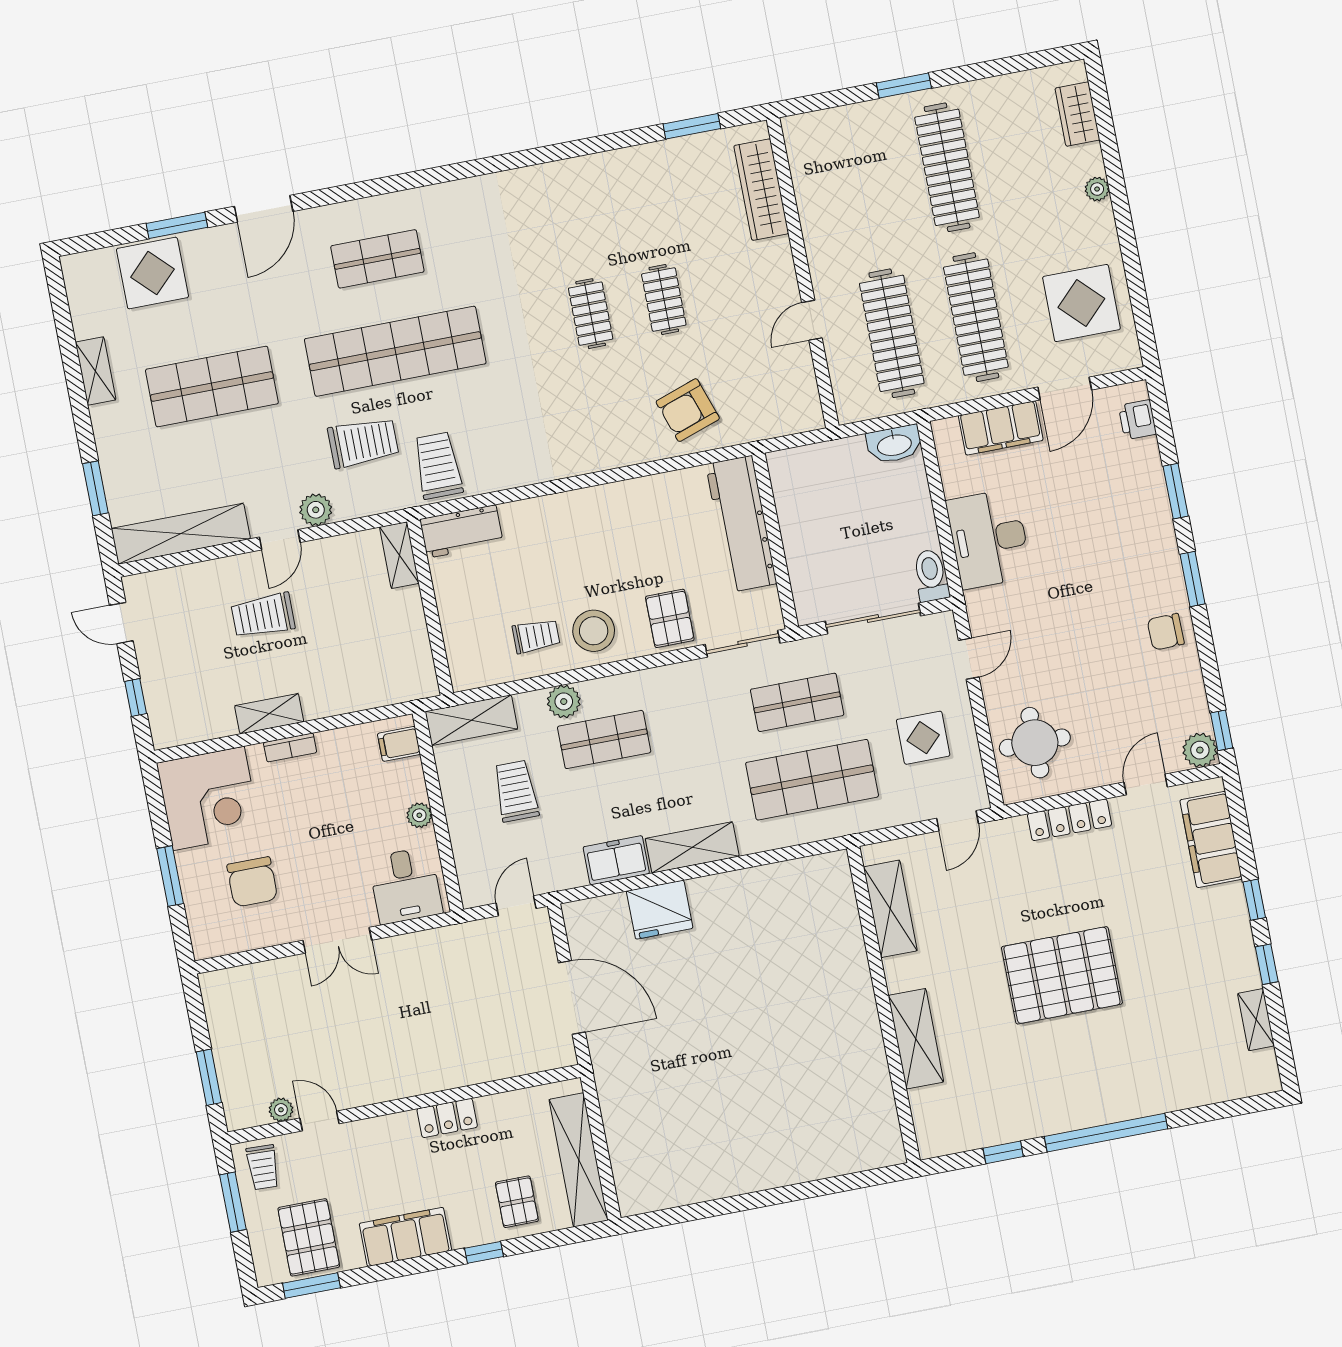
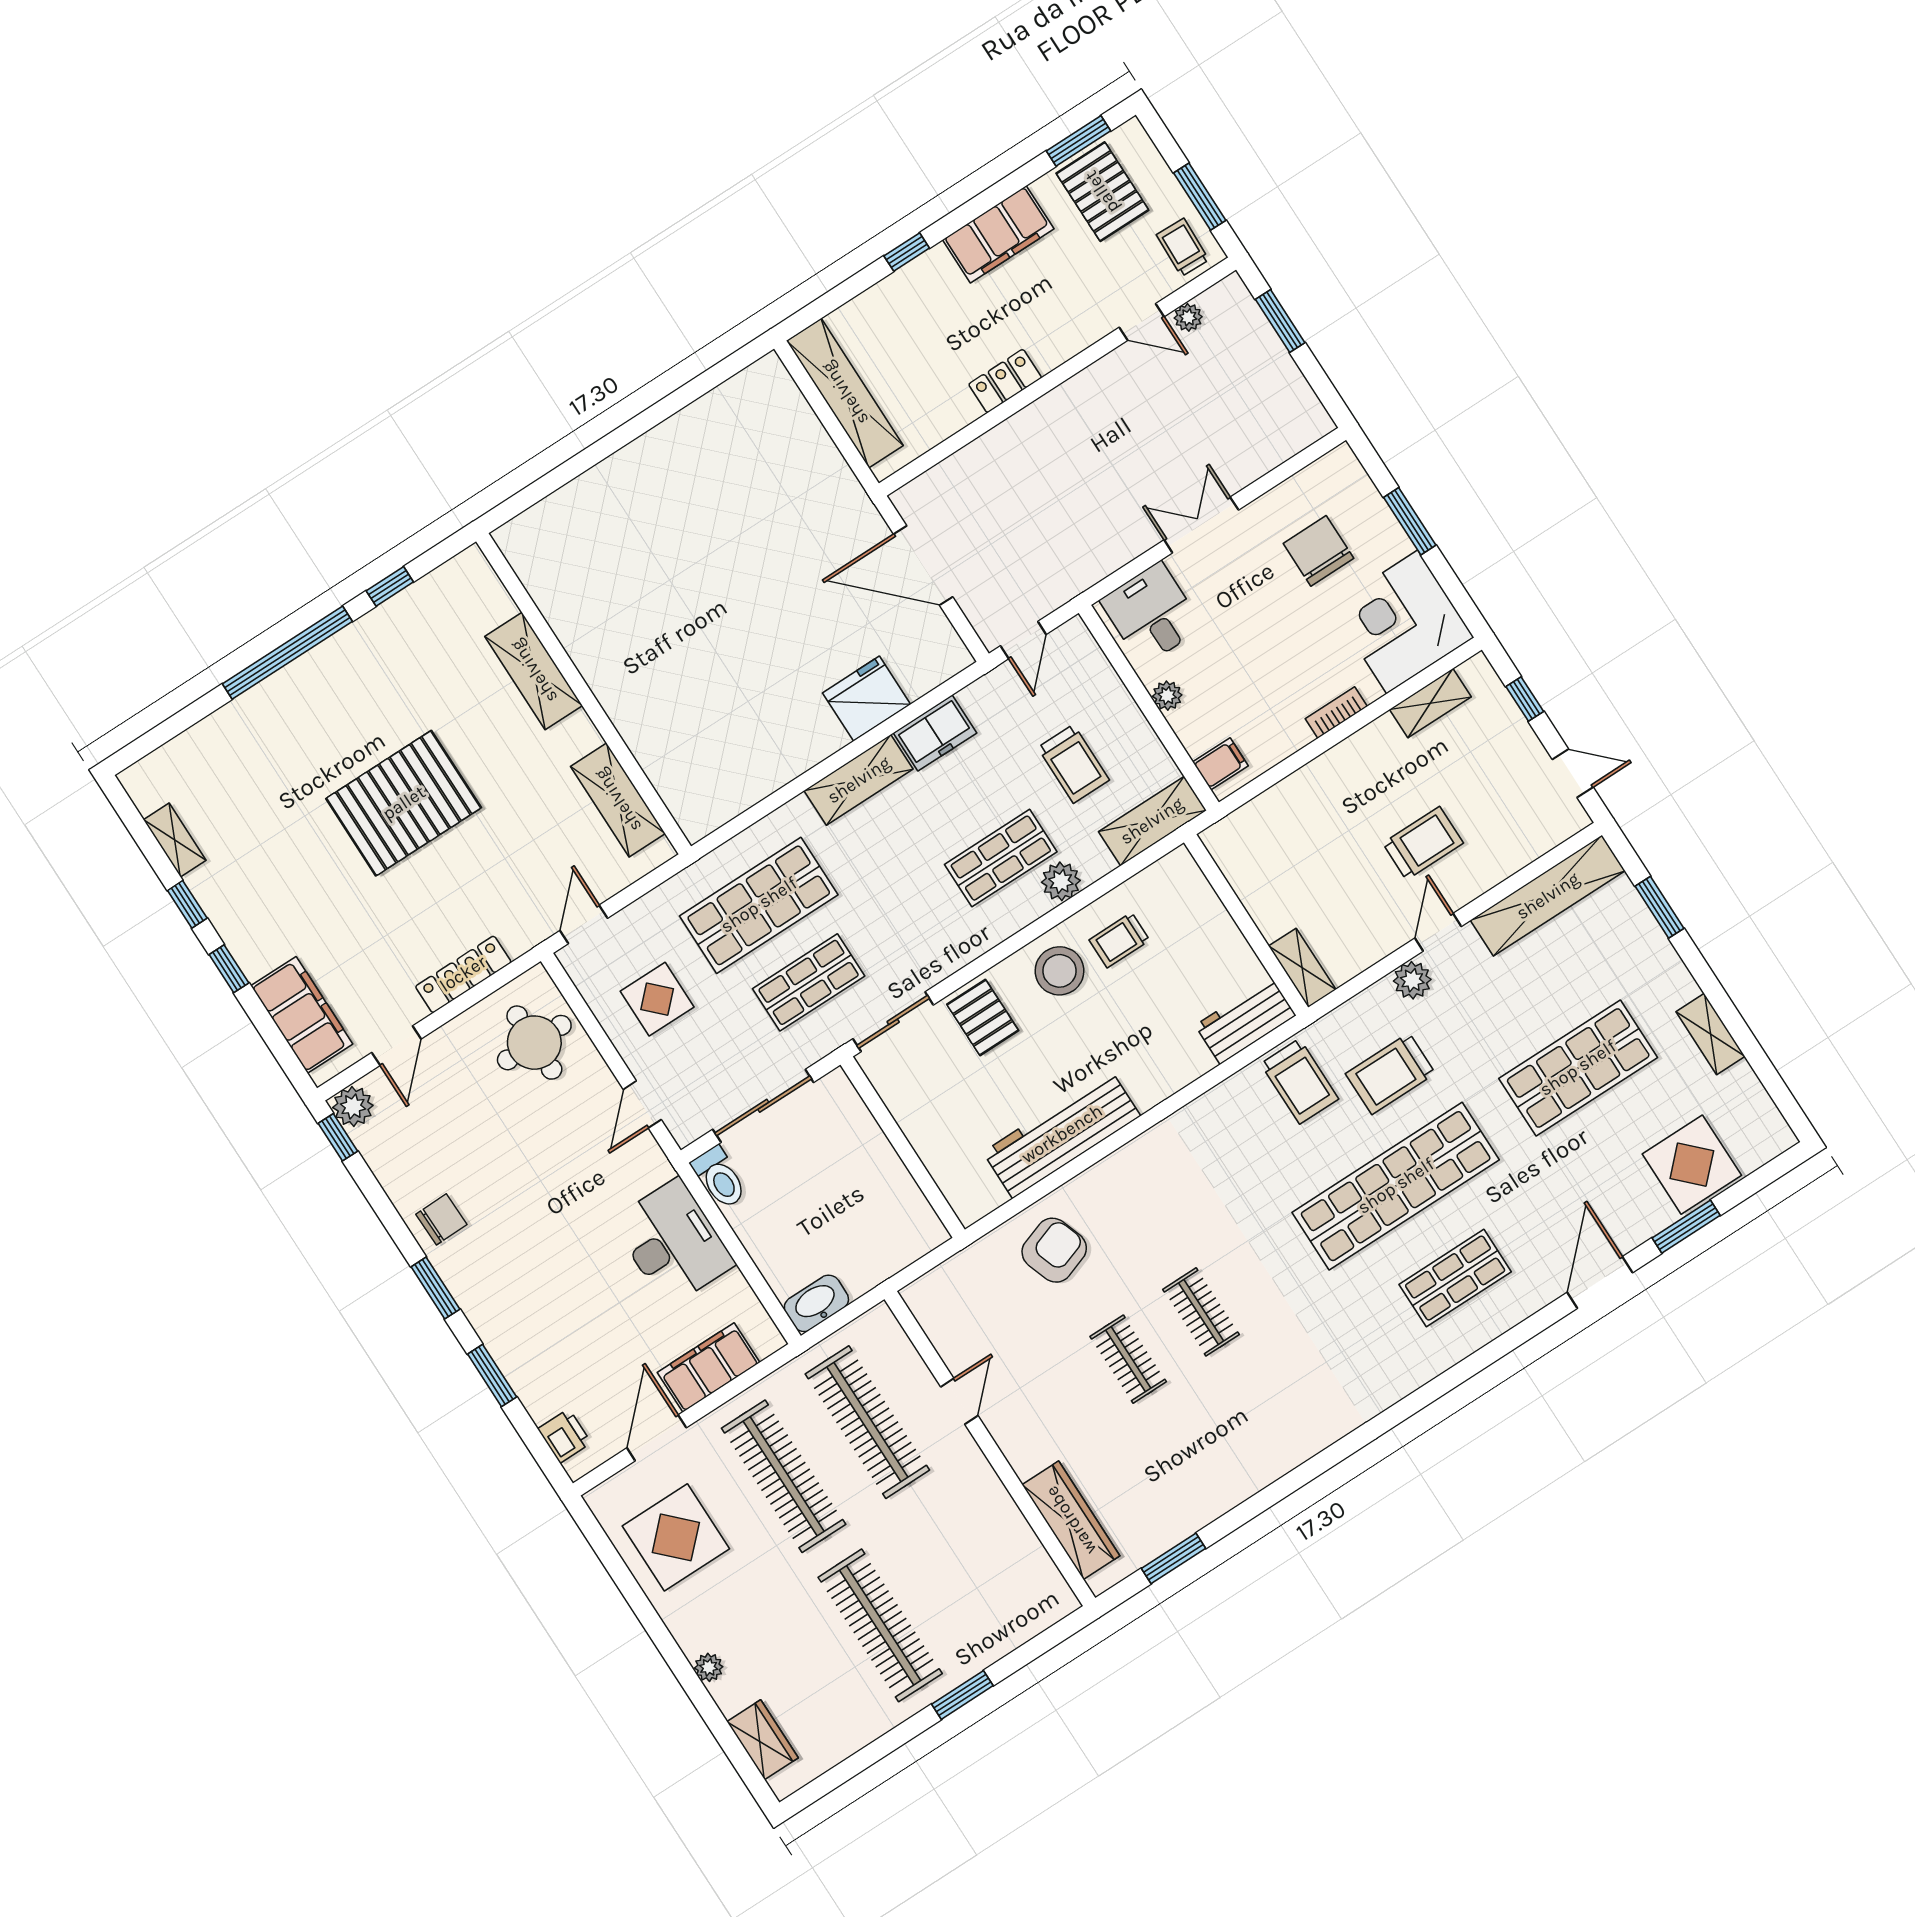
workbench: (741, 524) -> (1062, 1134), moved, turned -90
shelving: (269, 714) -> (1430, 703), moved
pallet: (517, 1202) -> (893, 321), removed

